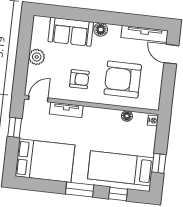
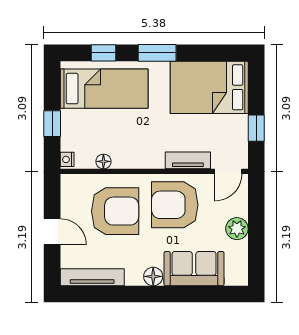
door: (171, 54) -> (52, 232), moved
armchair: (79, 79) -> (175, 205), width x1.88, depth x1.88
window: (159, 163) -> (52, 124), moved

